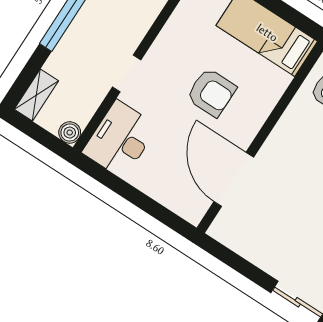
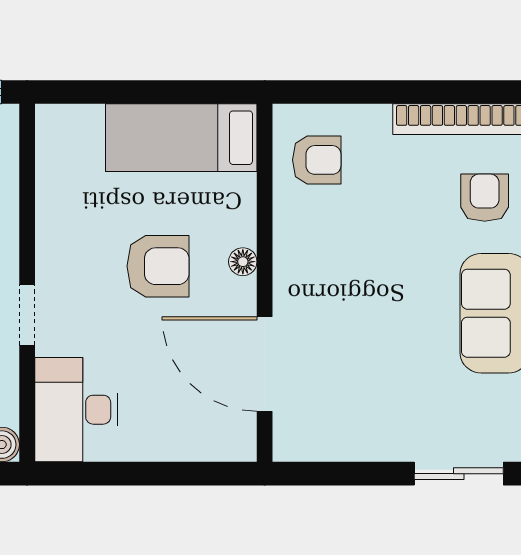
floor lamp: (257, 119) -> (243, 262), added

